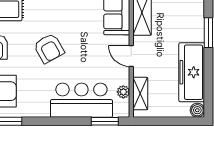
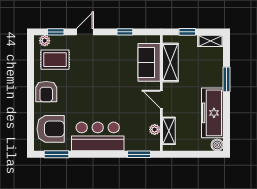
armchair: (49, 48) -> (92, 93), removed
bar counter: (81, 100) -> (98, 136), moved

